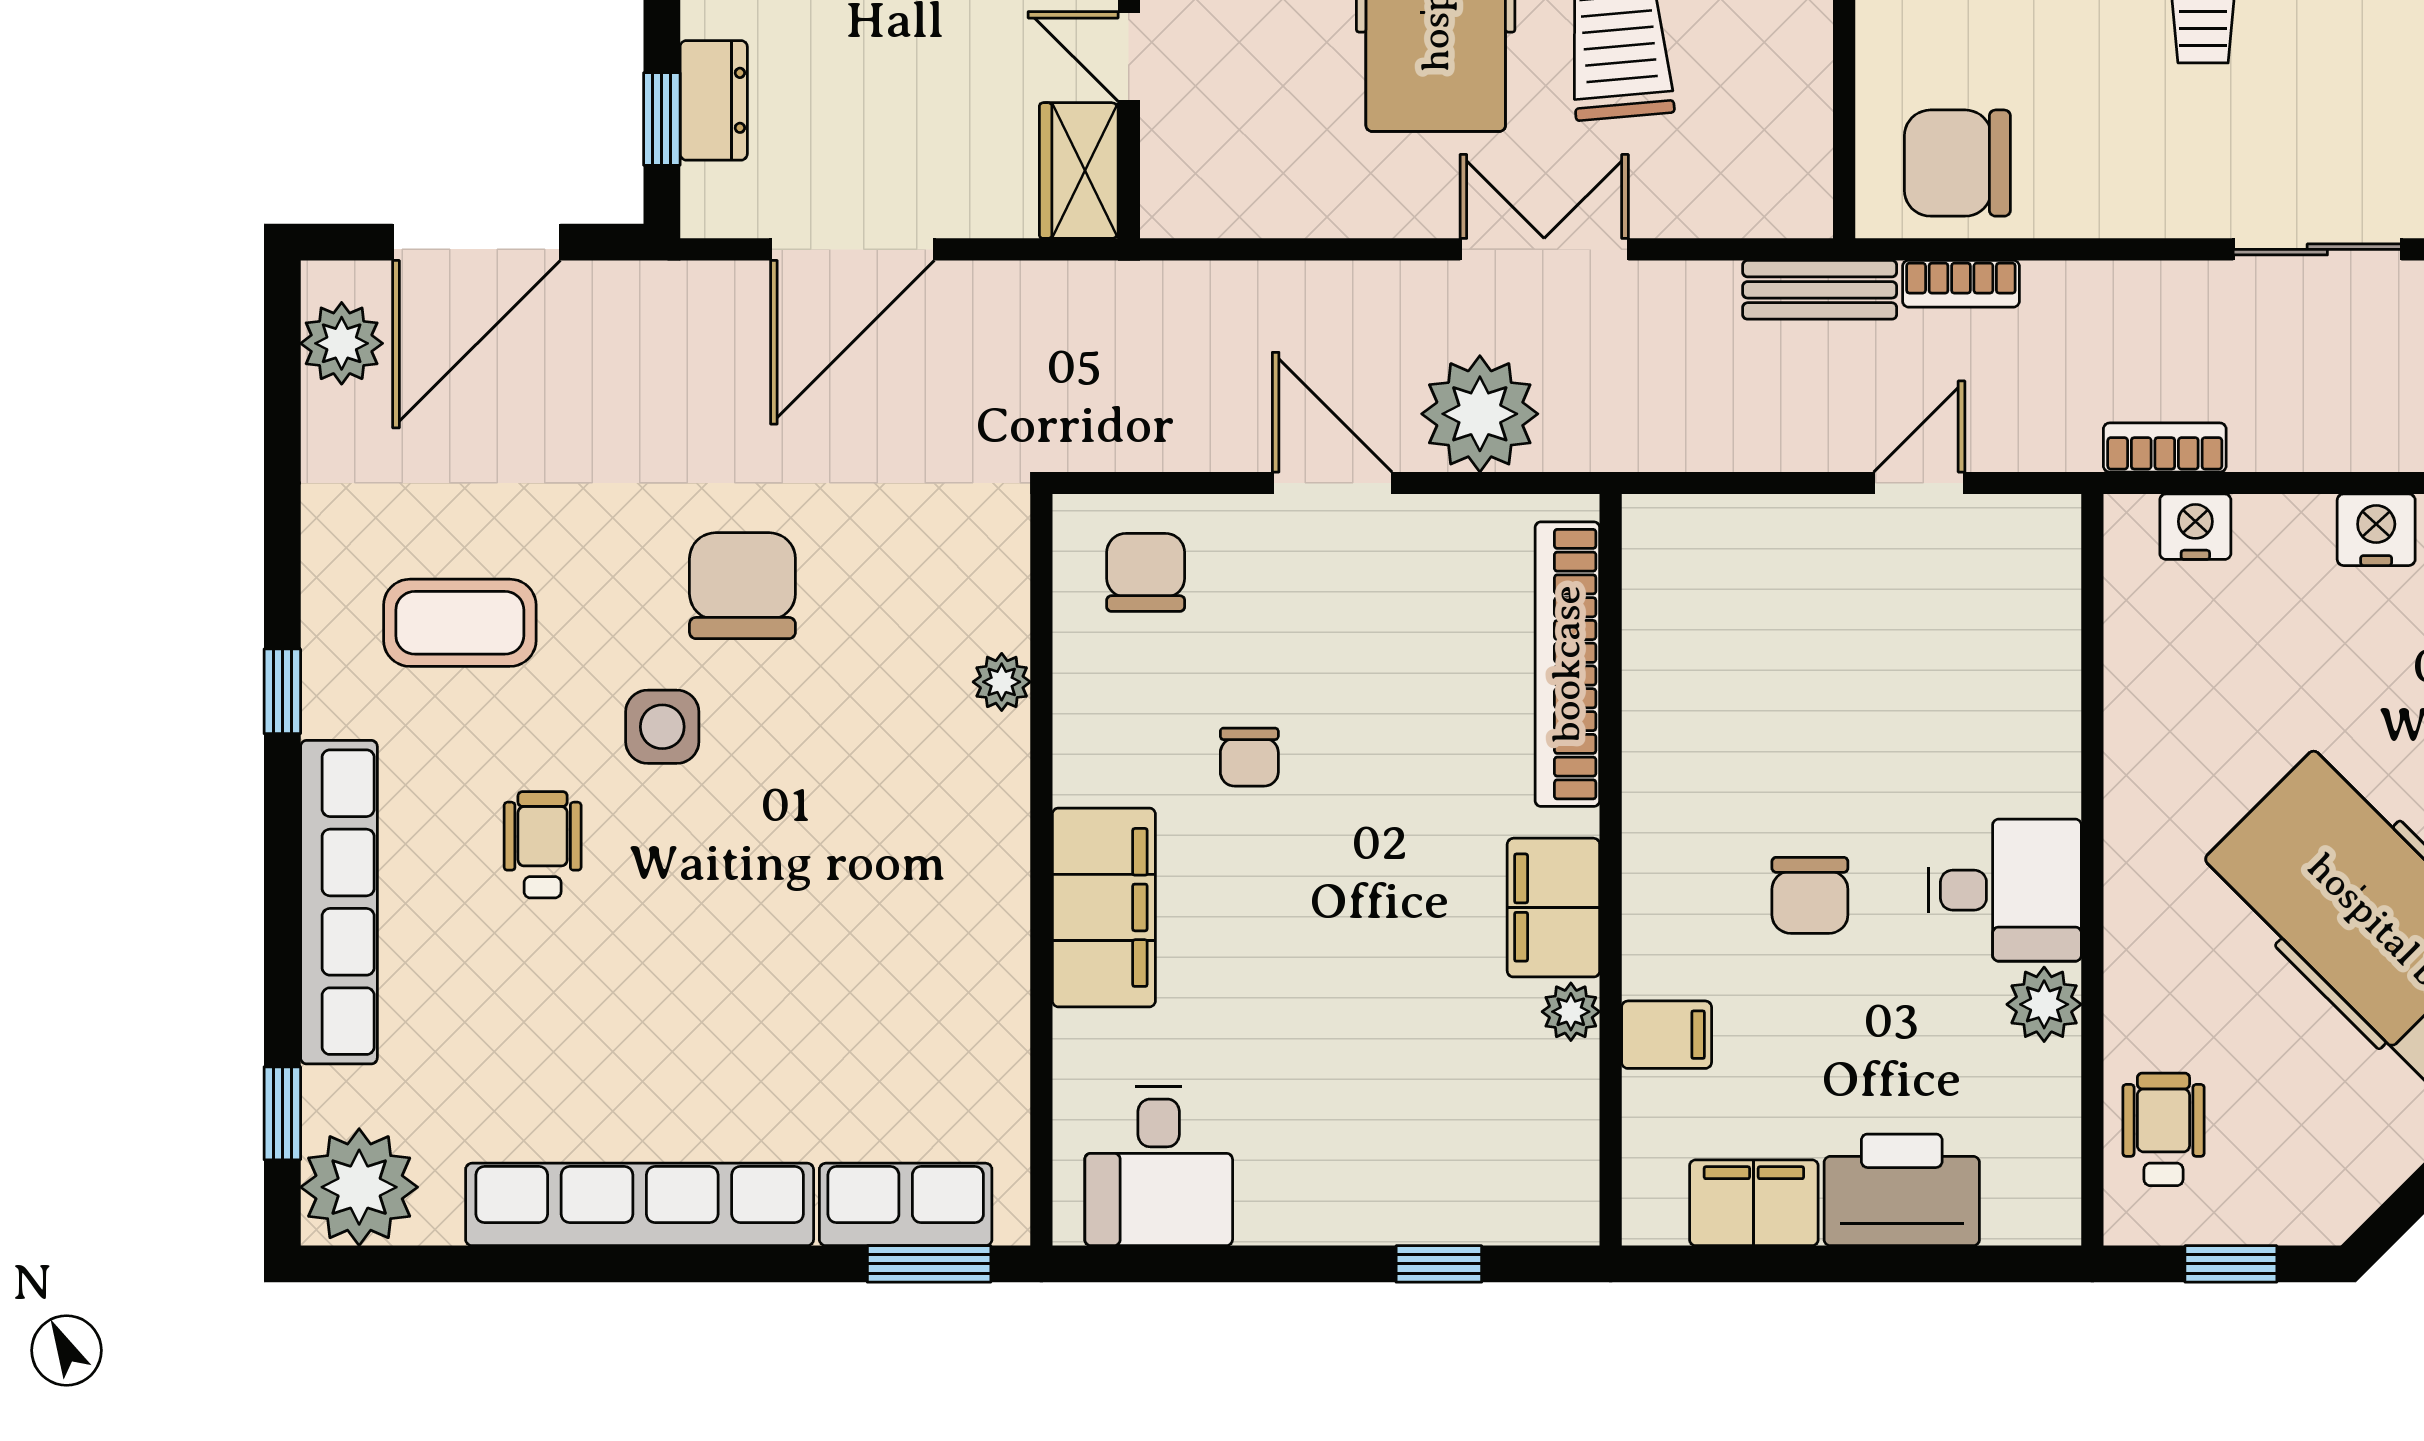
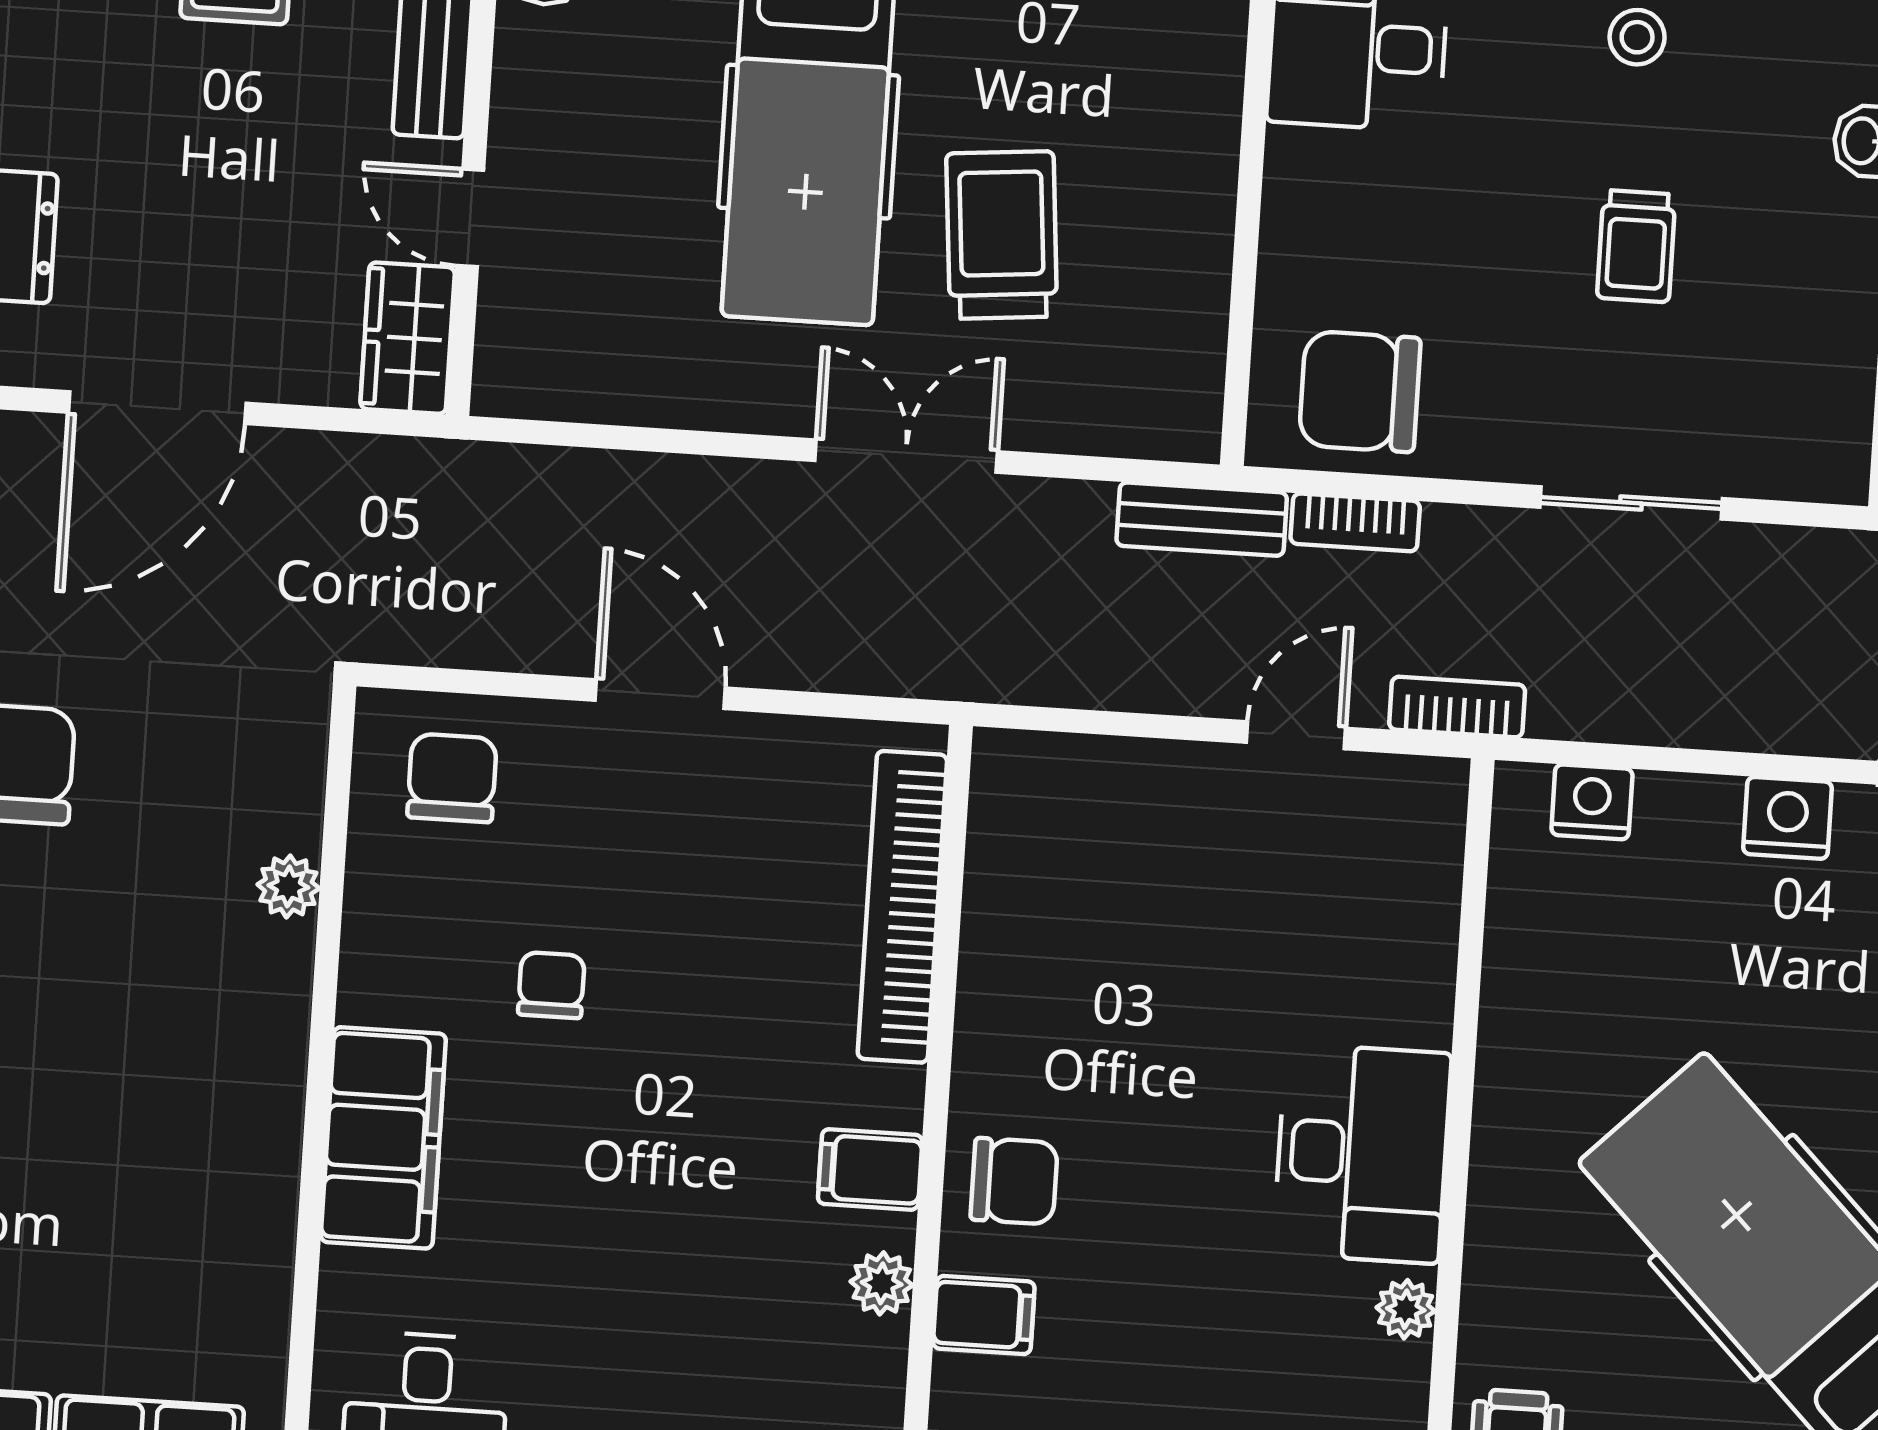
sliding door: (2317, 249) -> (1631, 503), moved
plant: (1480, 414) -> (825, 630), removed
bookcase: (2165, 447) -> (1457, 707), moved
chair: (1249, 757) -> (551, 985), turned 180
desk: (2005, 890) -> (1362, 1153), width x1.37
chair: (1810, 895) -> (1014, 1181), moved, turned -90
filing cabinet: (1553, 908) -> (870, 1169), width x0.50
plant: (2044, 1004) -> (1406, 1309), width x0.73, depth x0.73

